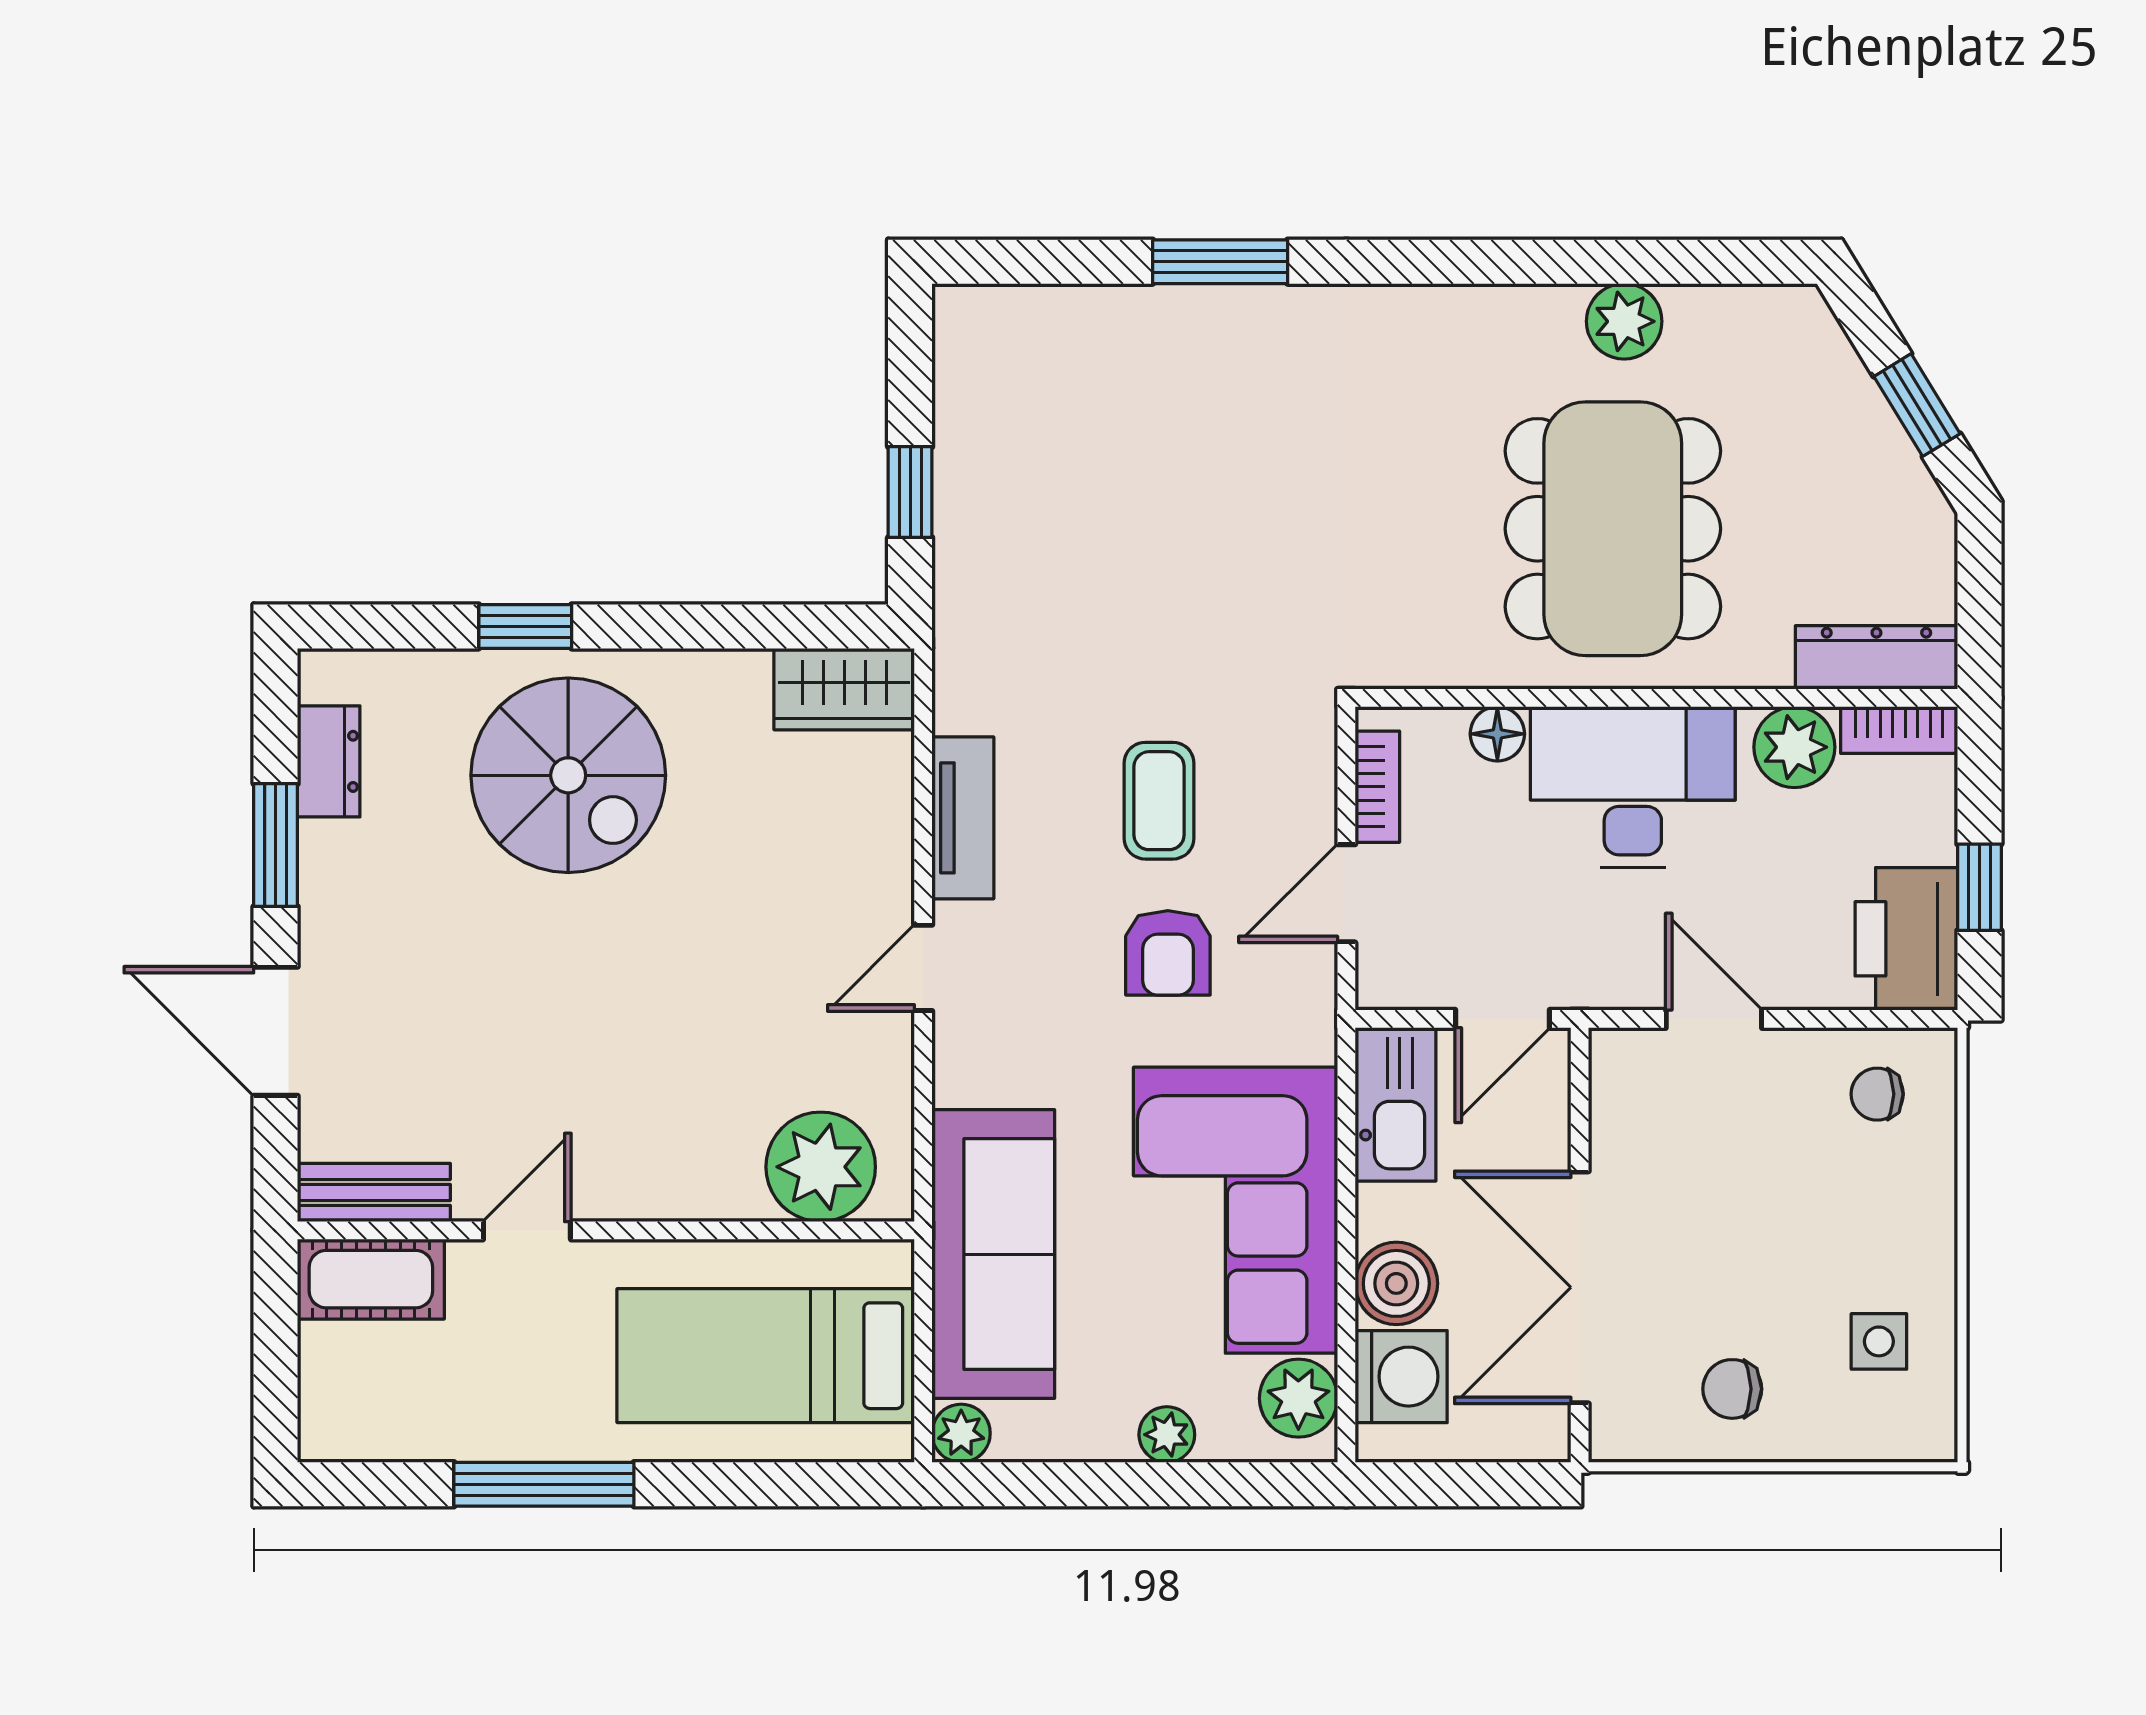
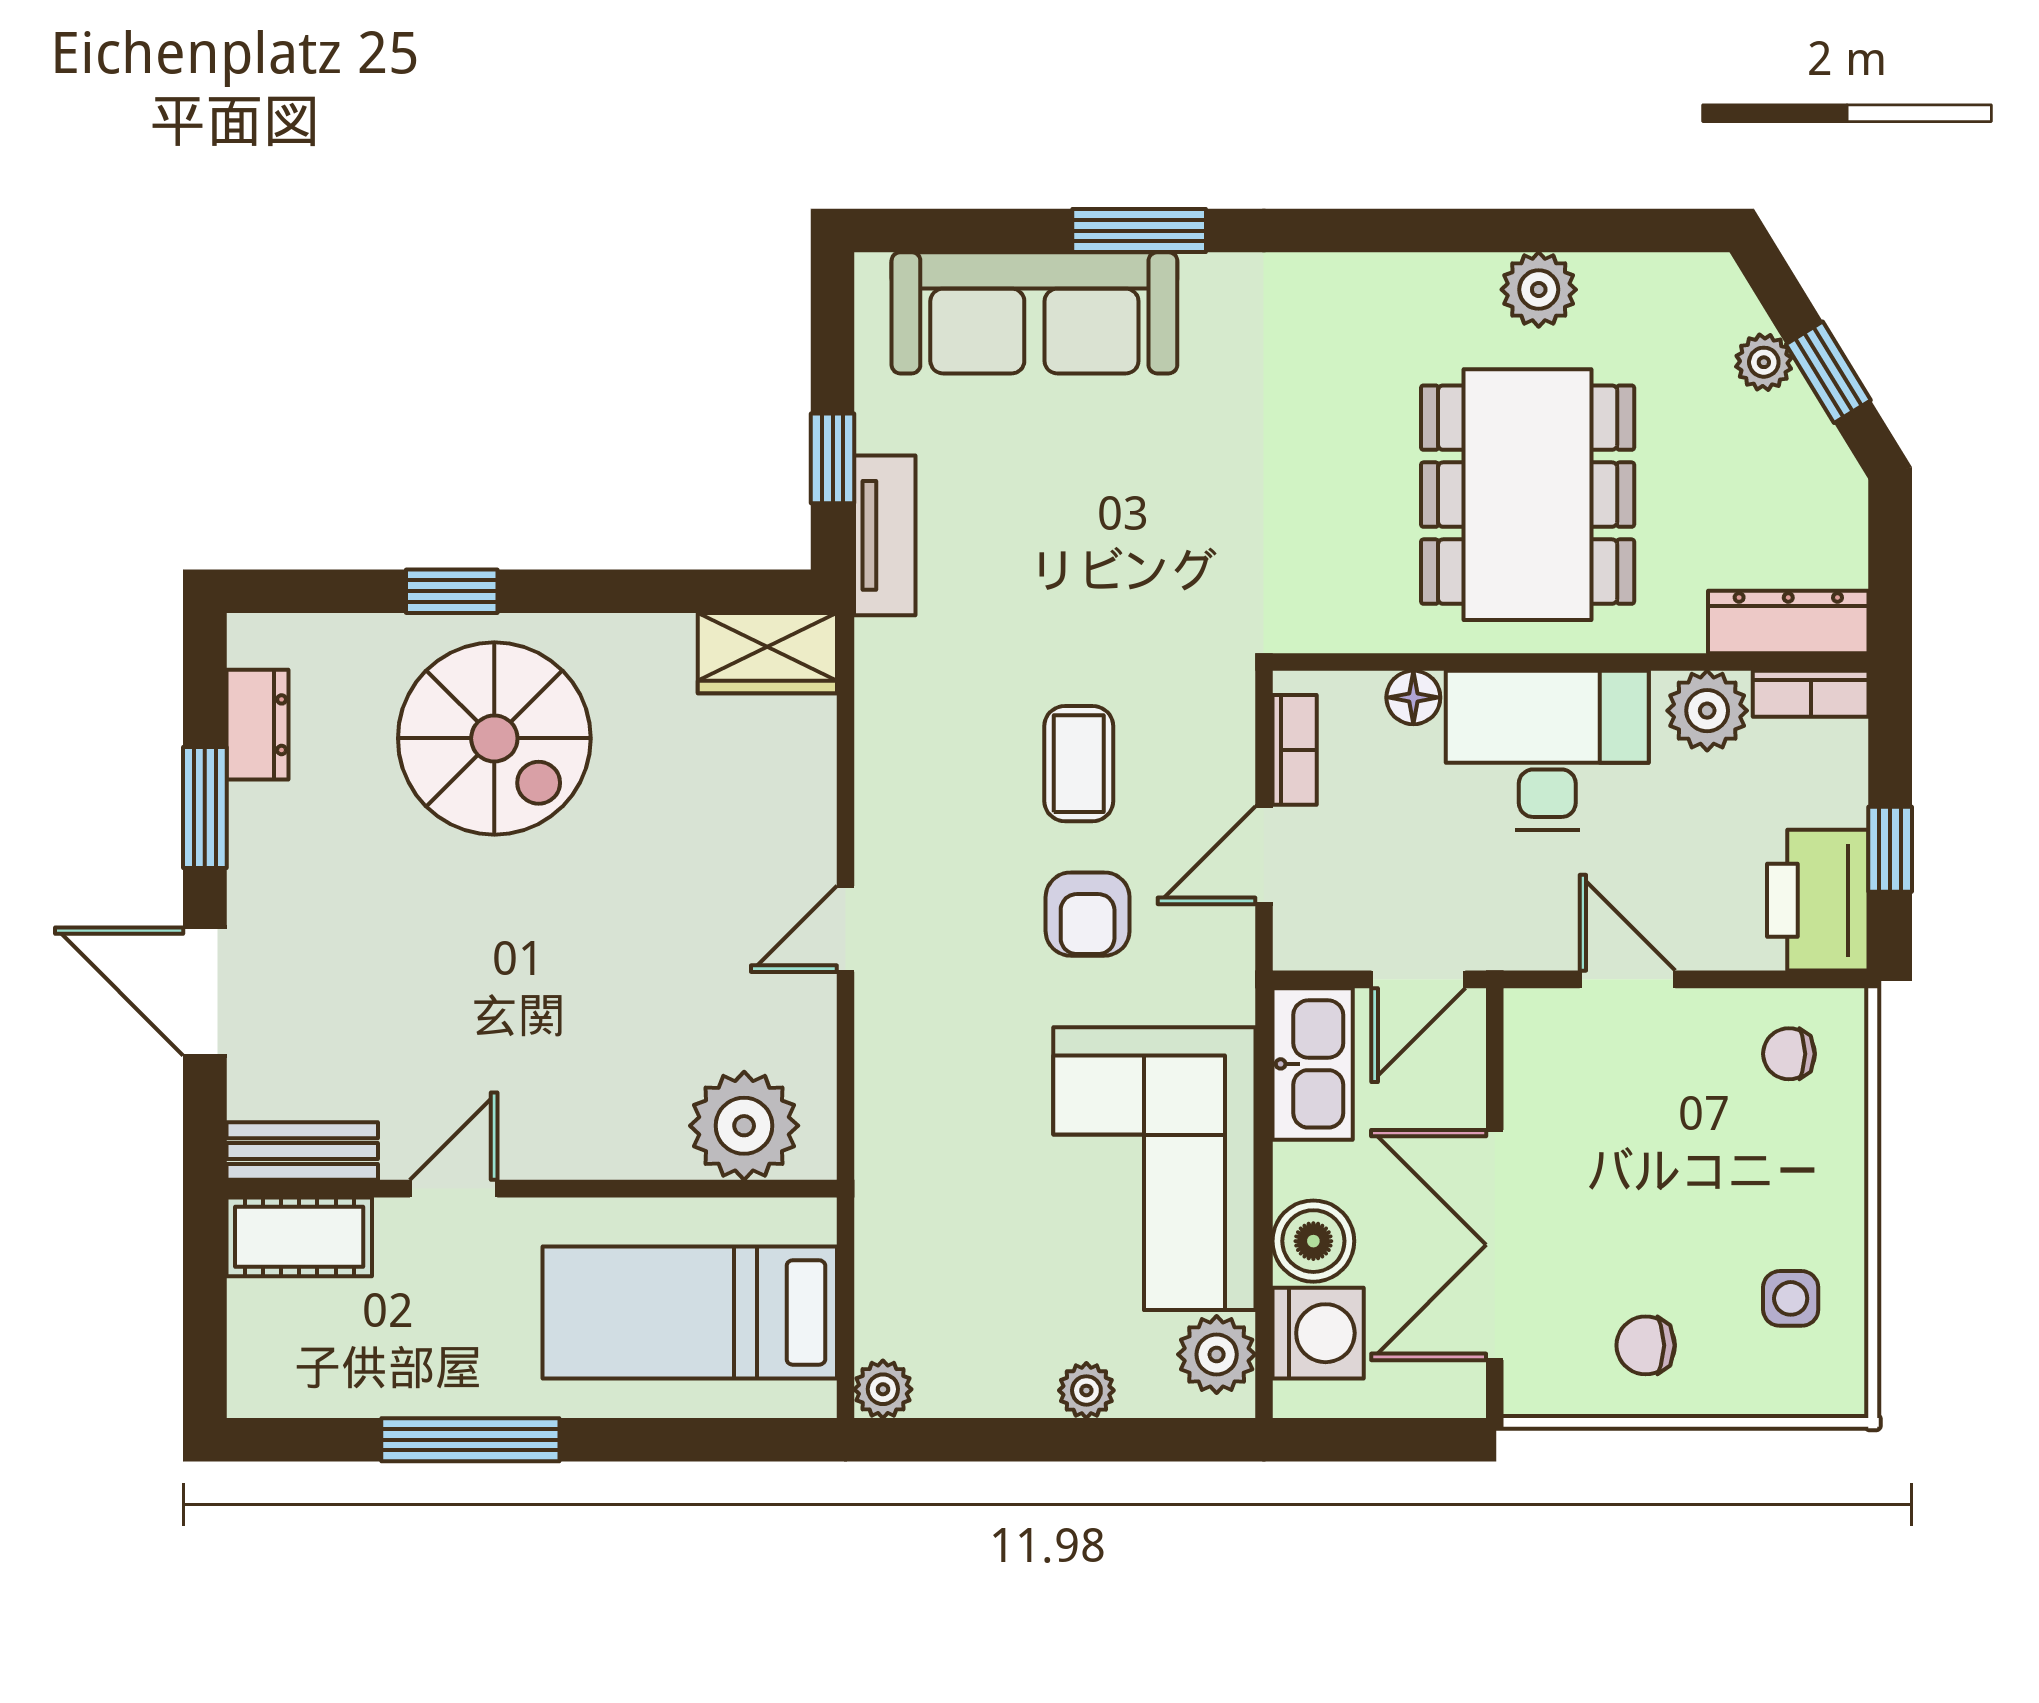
plant: (1852, 395) -> (1764, 362), added
tv unit: (963, 818) -> (885, 535), moved
sofa: (993, 1254) -> (1034, 313), moved, turned 90

